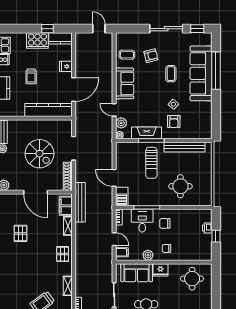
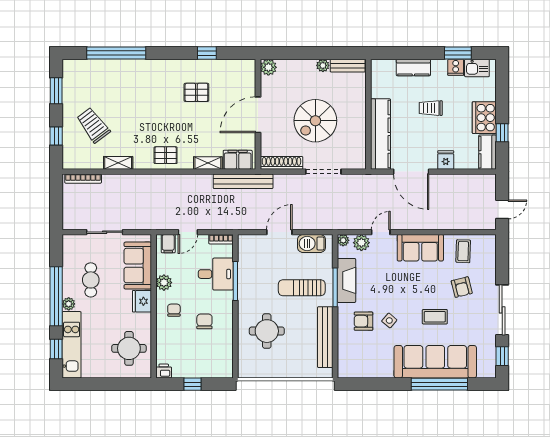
barbecue: (122, 197) -> (312, 244), moved
chair: (165, 223) -> (204, 321), moved
printer: (207, 228) -> (164, 371), moved

